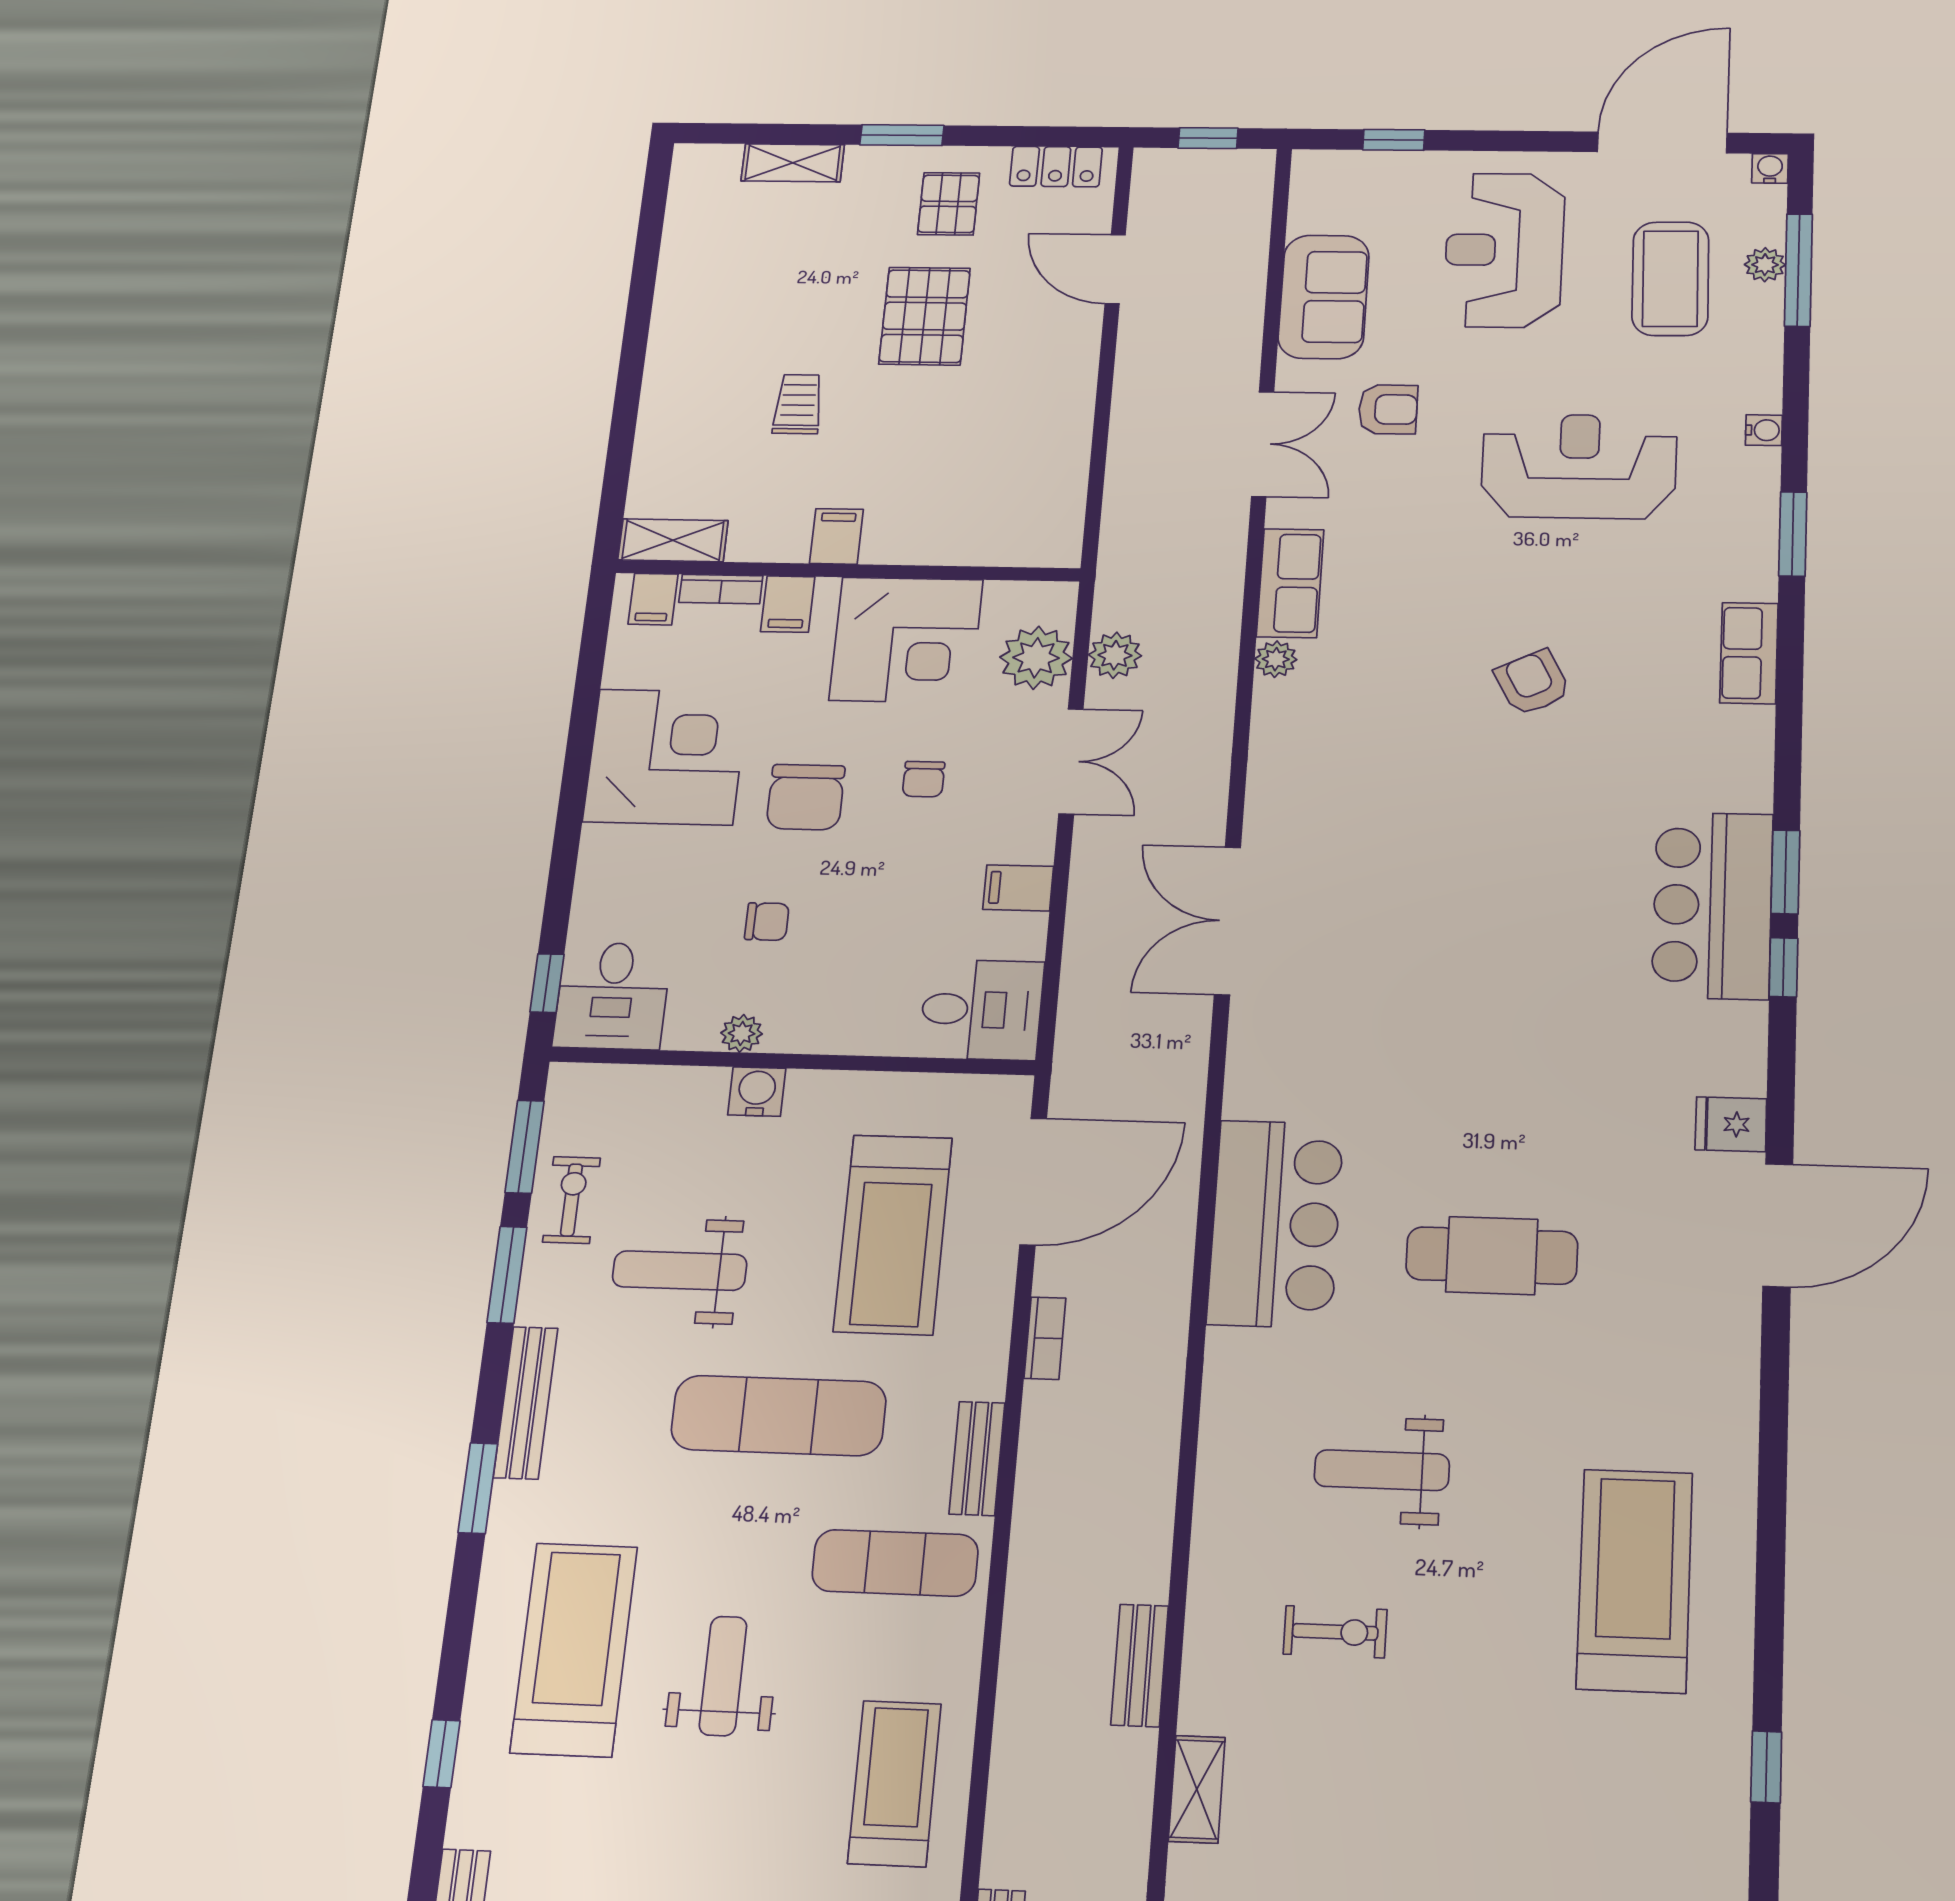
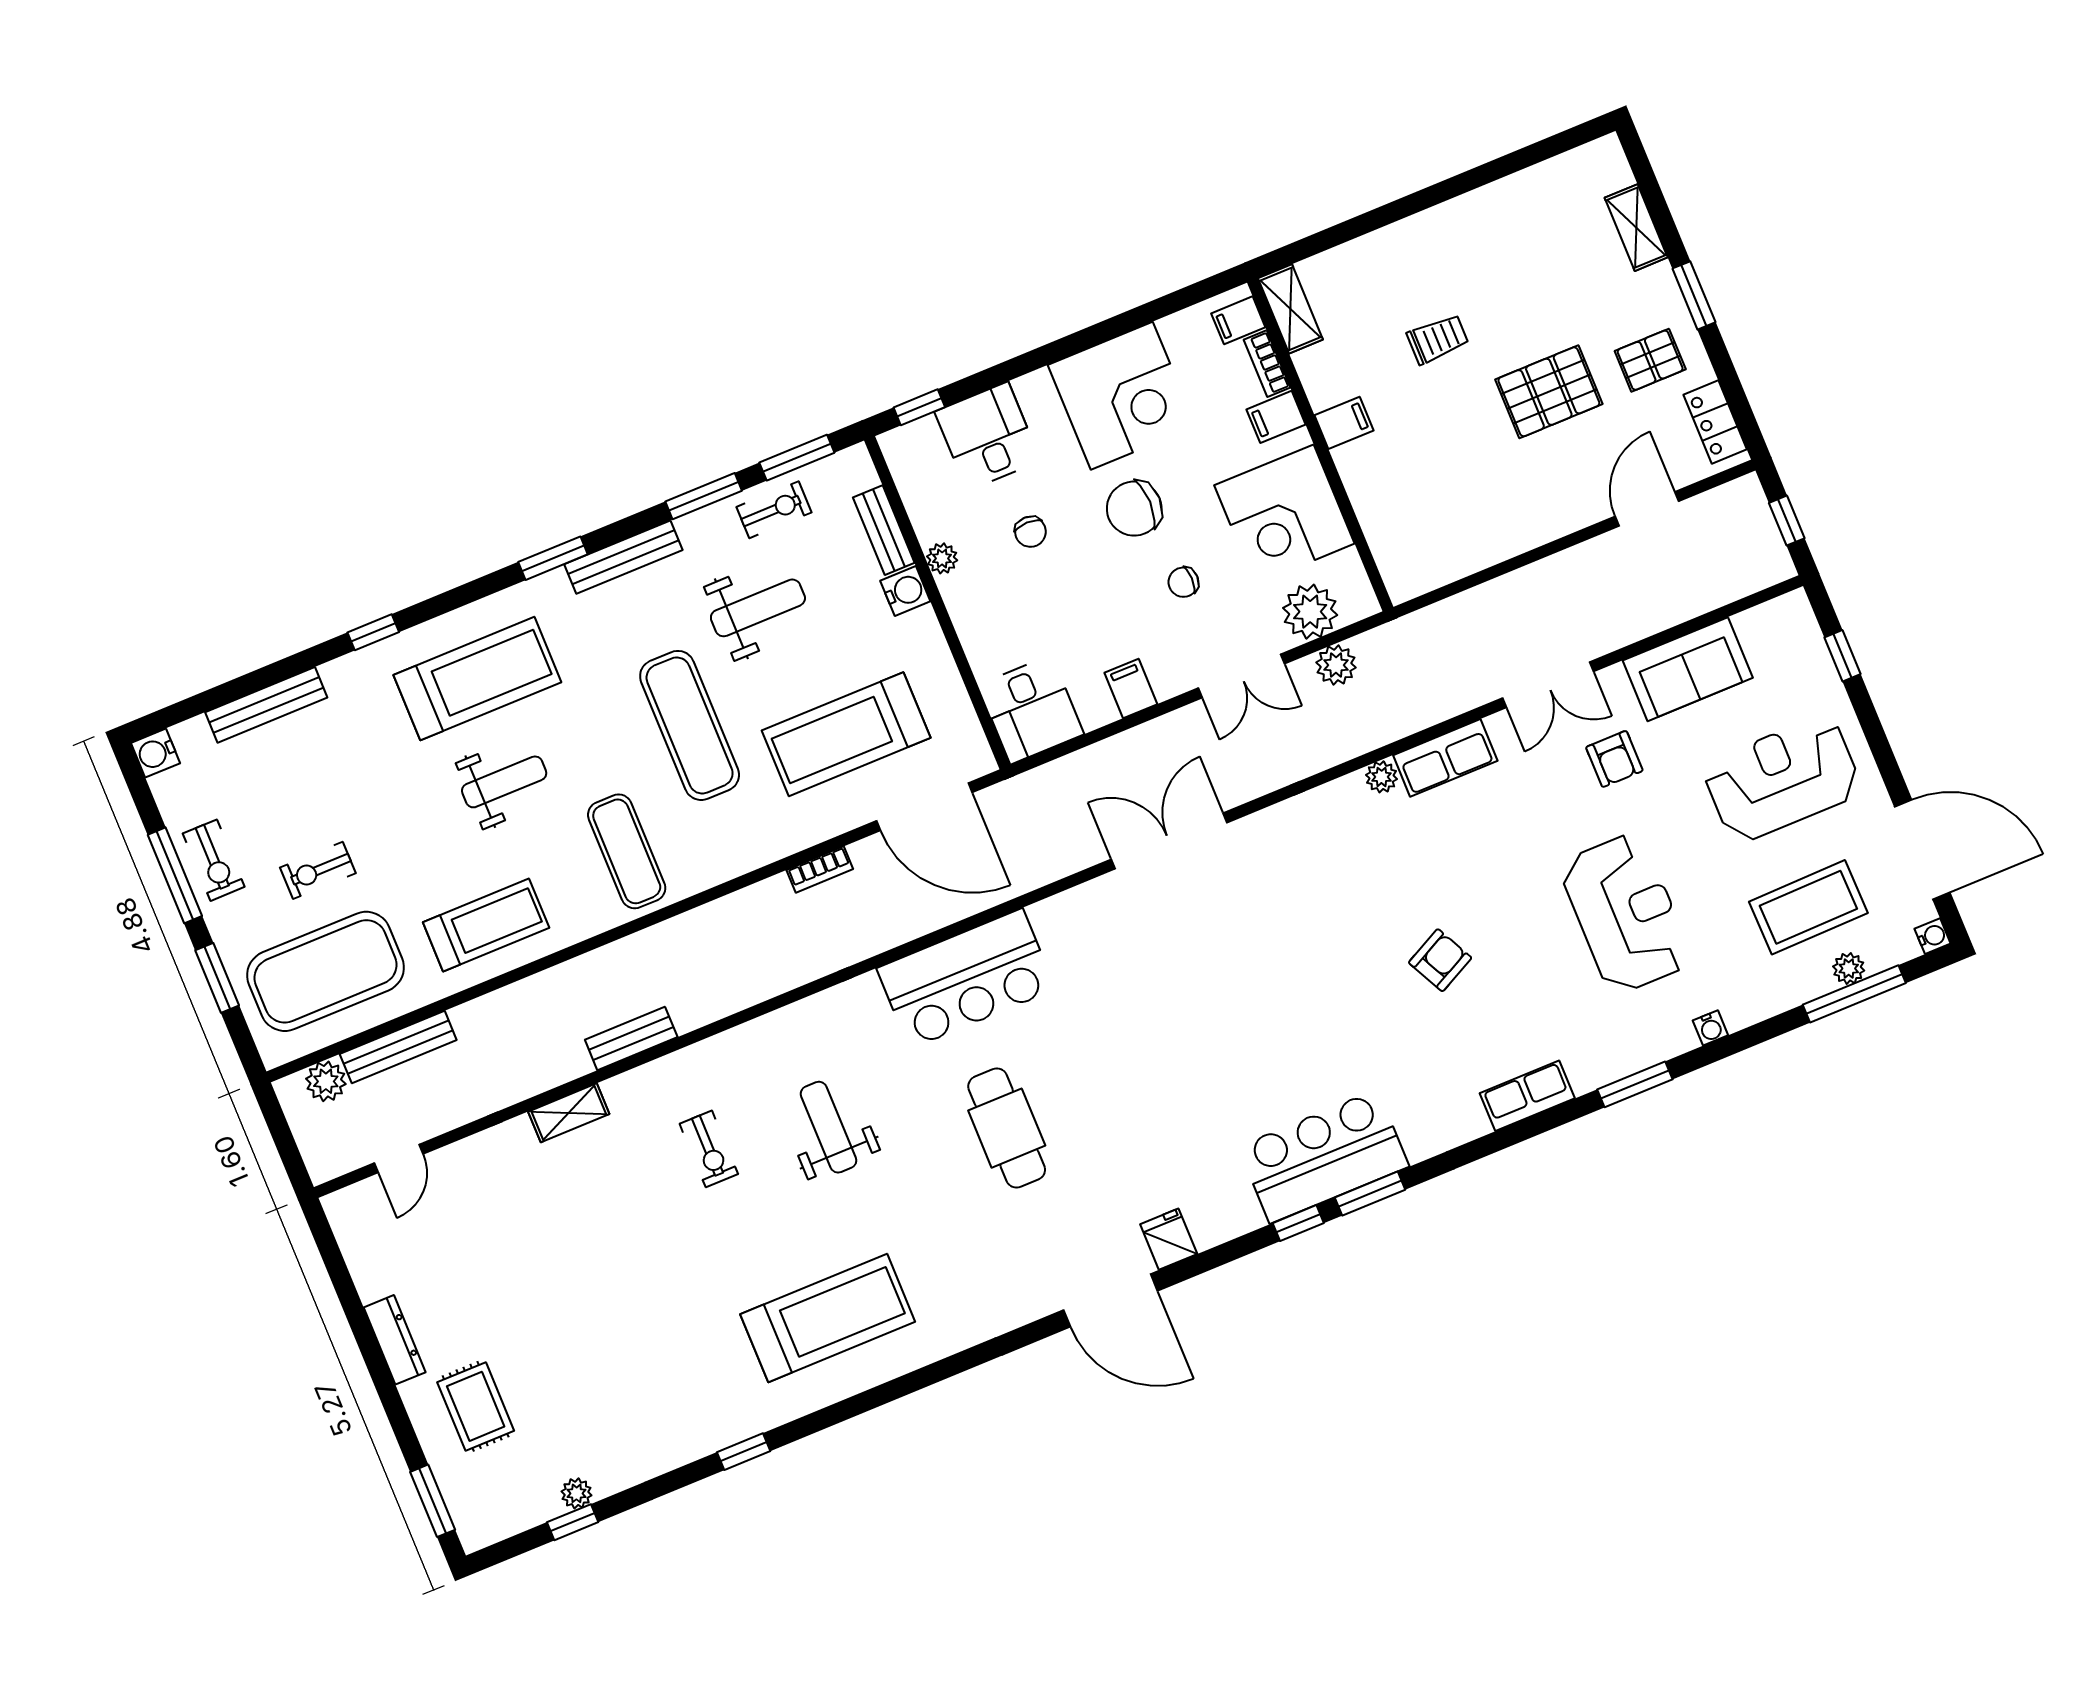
desk: (612, 996) -> (988, 436), moved, turned 90
weight bench: (680, 1271) -> (758, 608), turned 90
bench: (977, 1458) -> (884, 530), moved, turned 90

